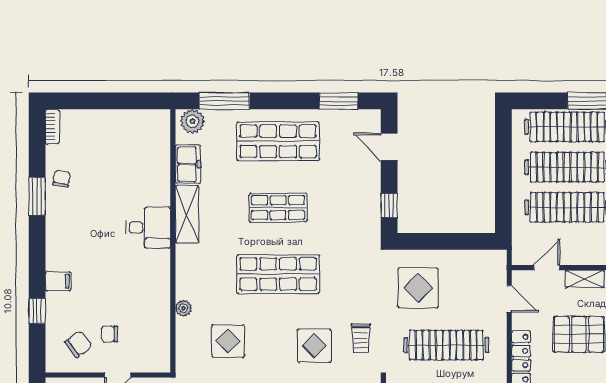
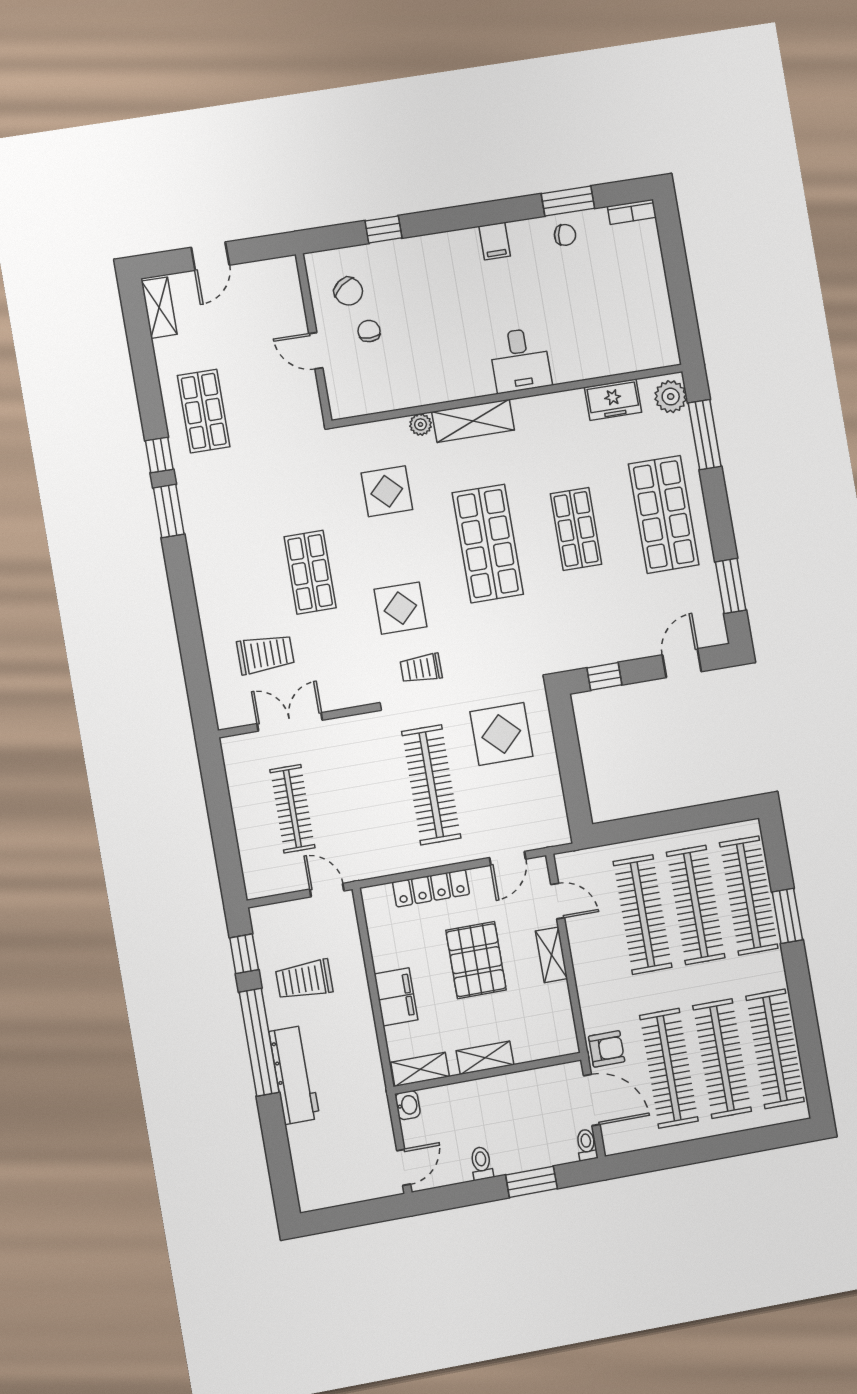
window: (37, 196) -> (568, 201), moved
shelving: (187, 214) -> (473, 421), moved
filing cabinet: (58, 281) -> (495, 241), moved

